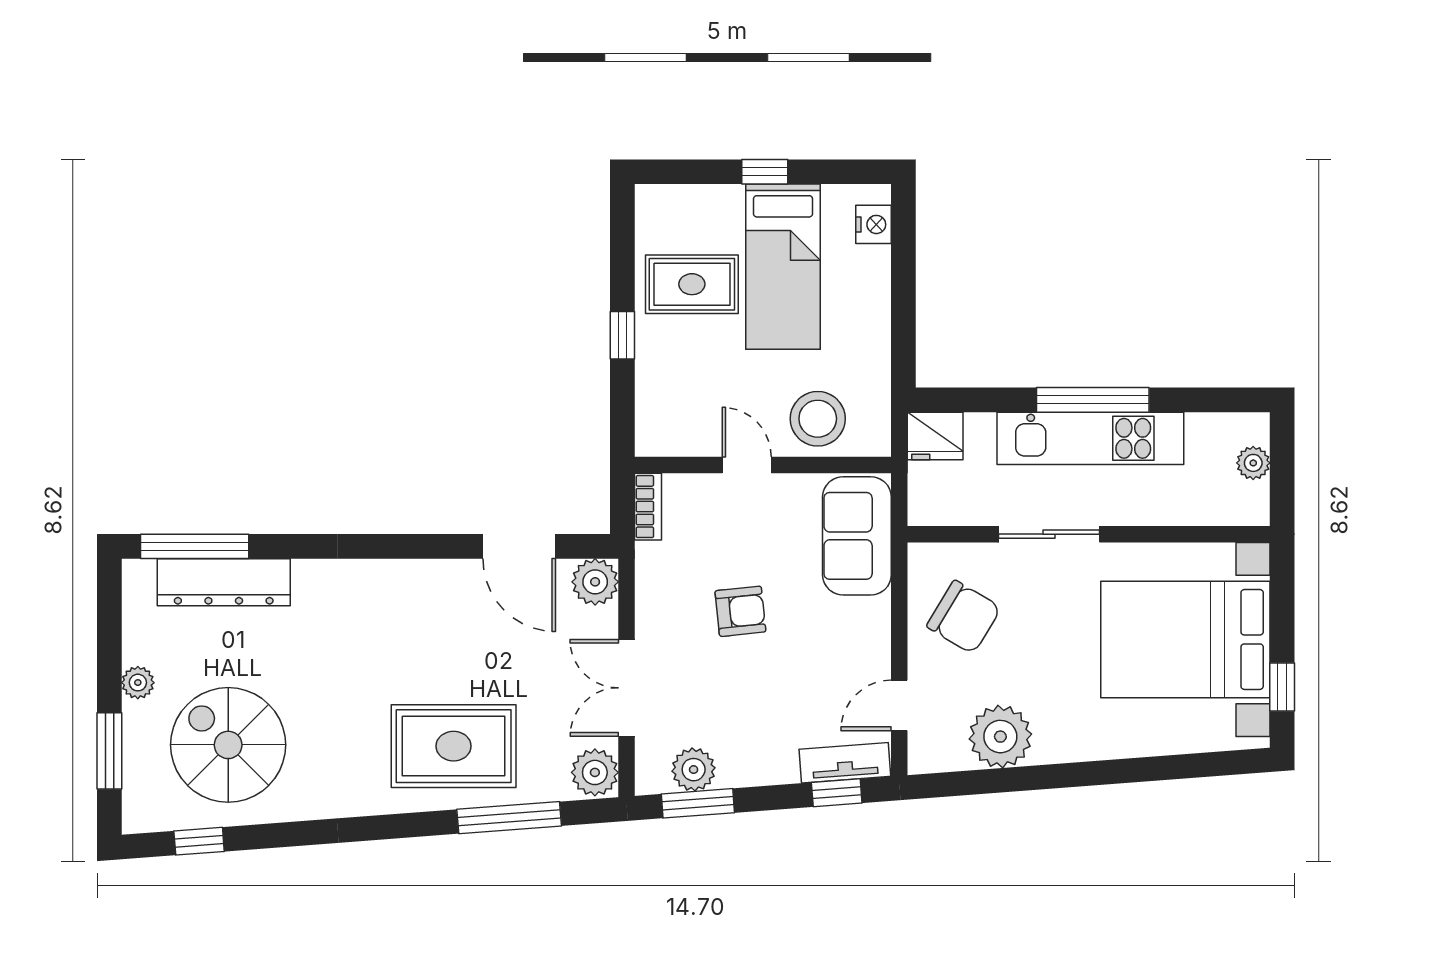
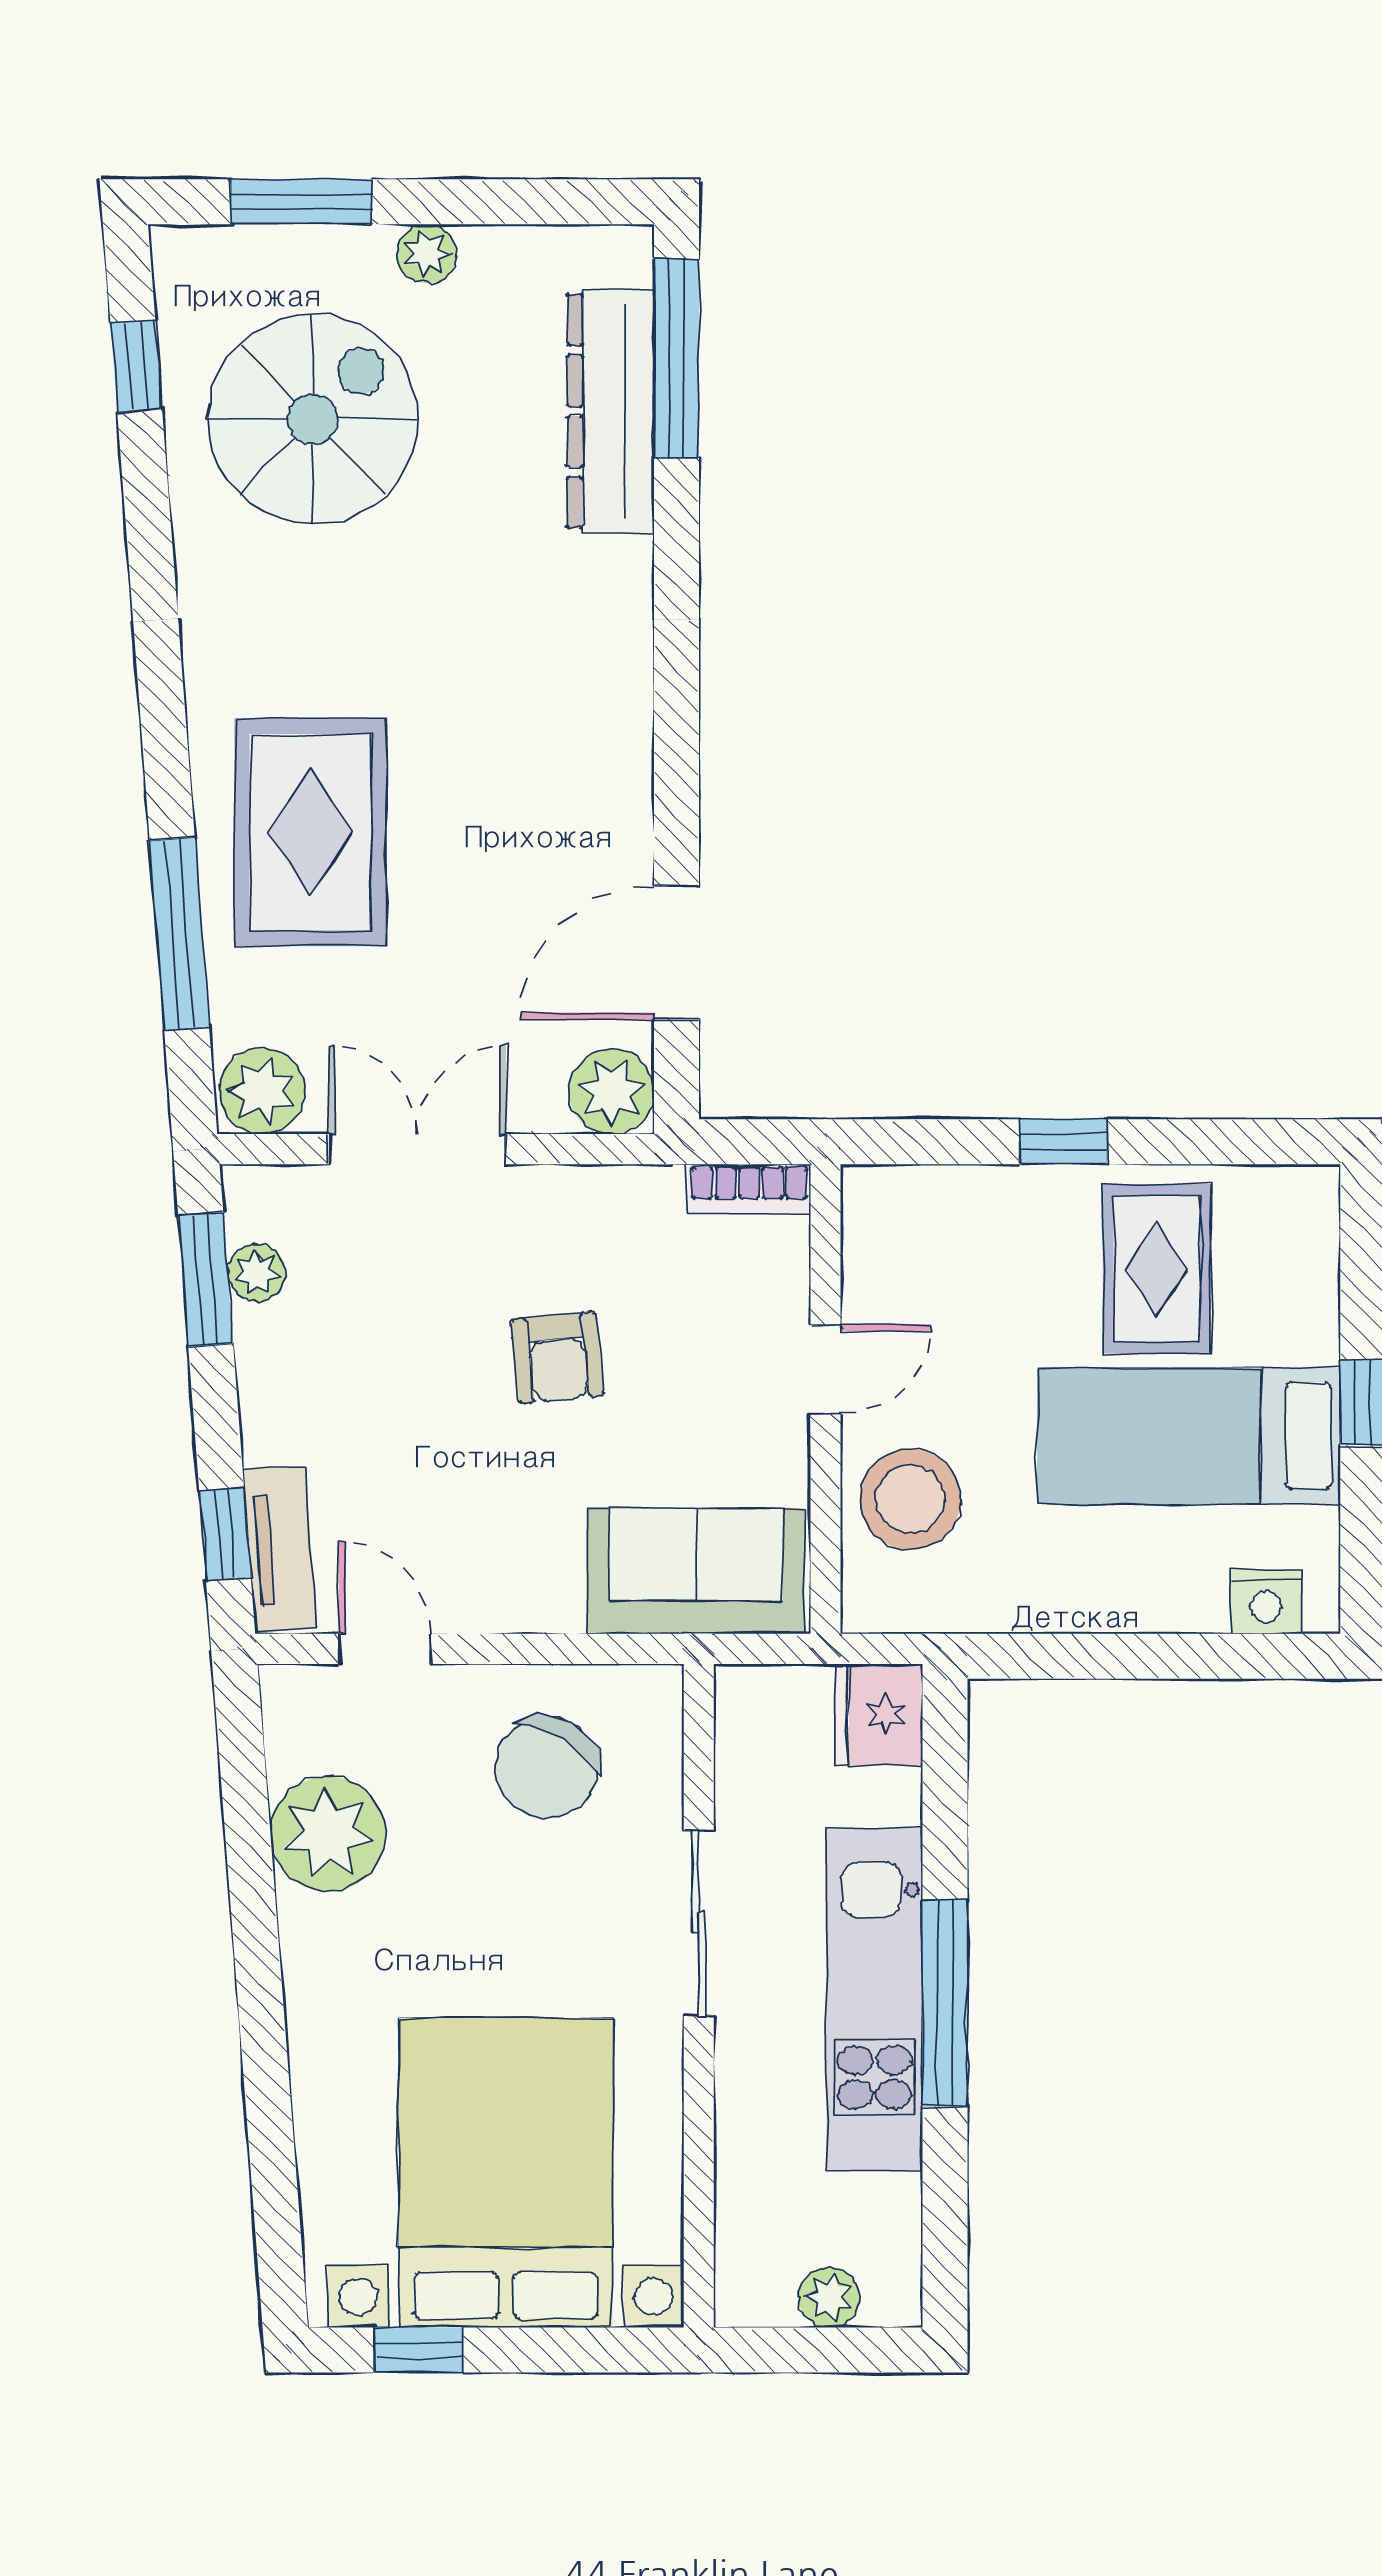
plant: (694, 770) -> (257, 1273), width x0.73, depth x0.73

